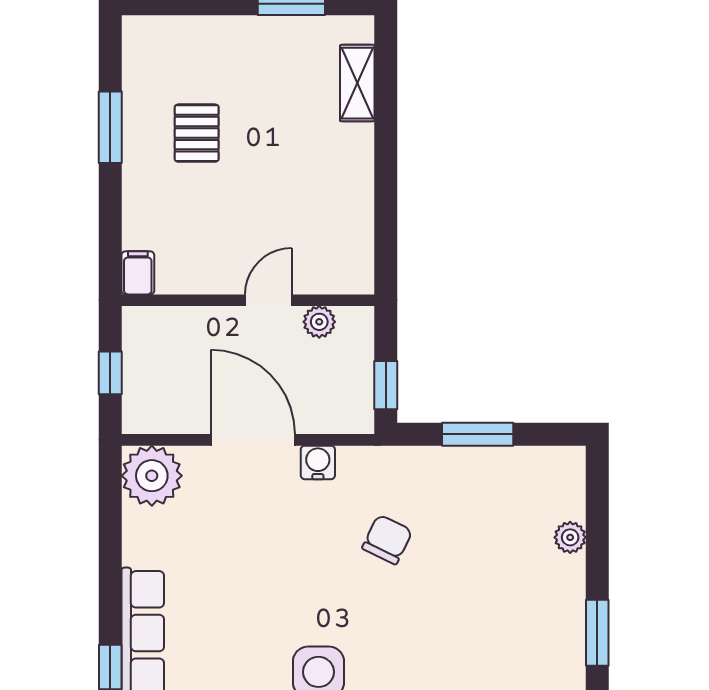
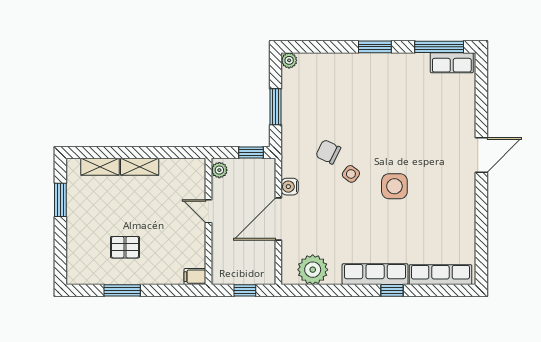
shelving: (357, 162) -> (140, 167), added
plant: (319, 322) -> (219, 170), moved
plant: (152, 476) -> (313, 270), moved
plant: (570, 537) -> (289, 60), moved
side table: (343, 585) -> (351, 174), added

